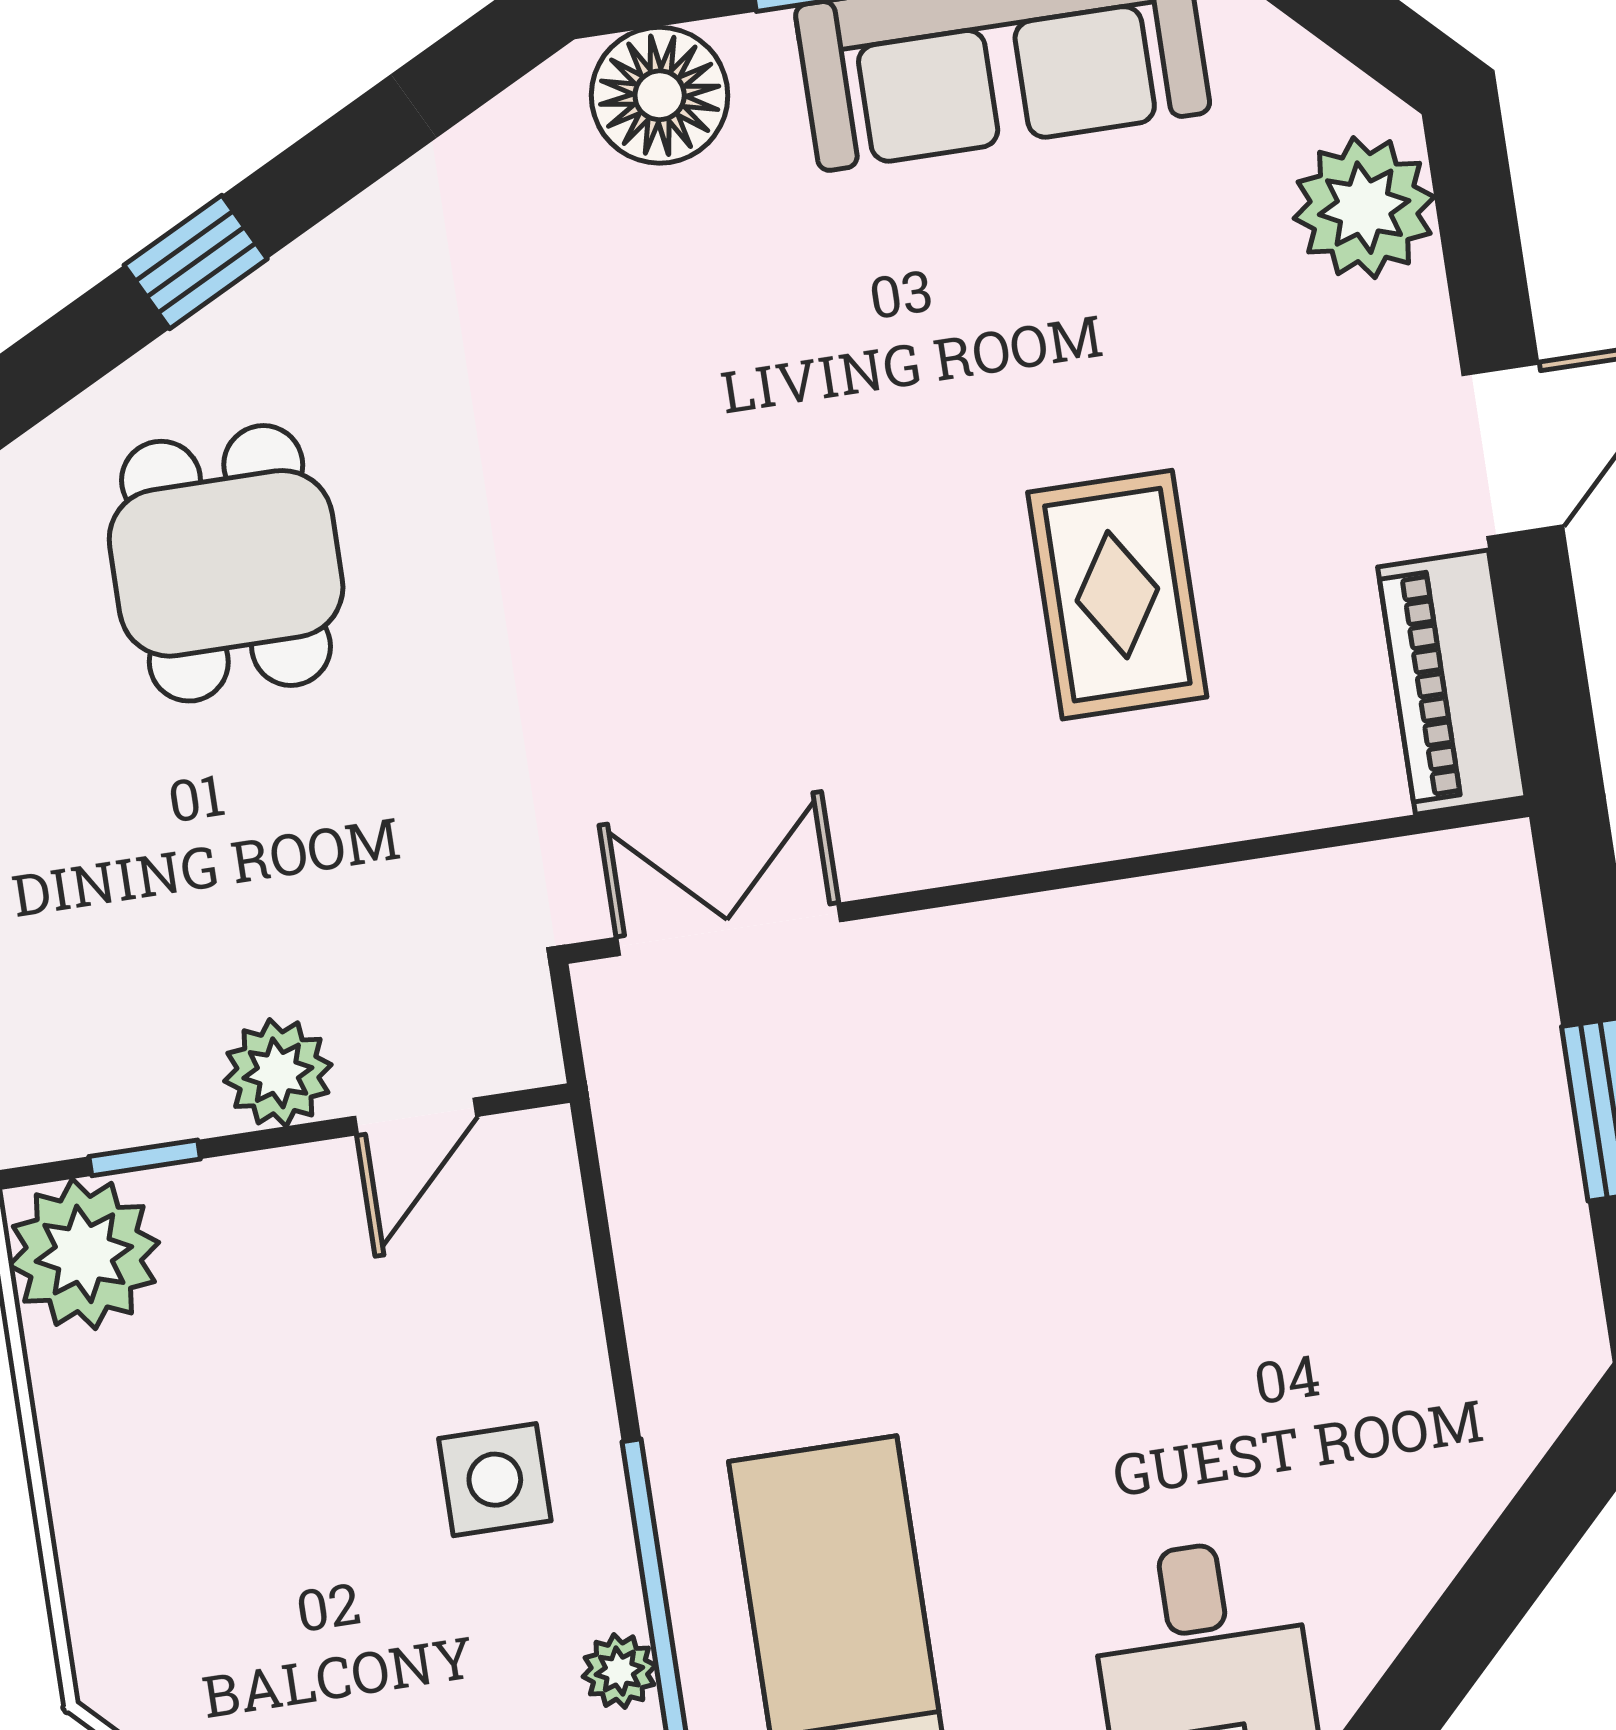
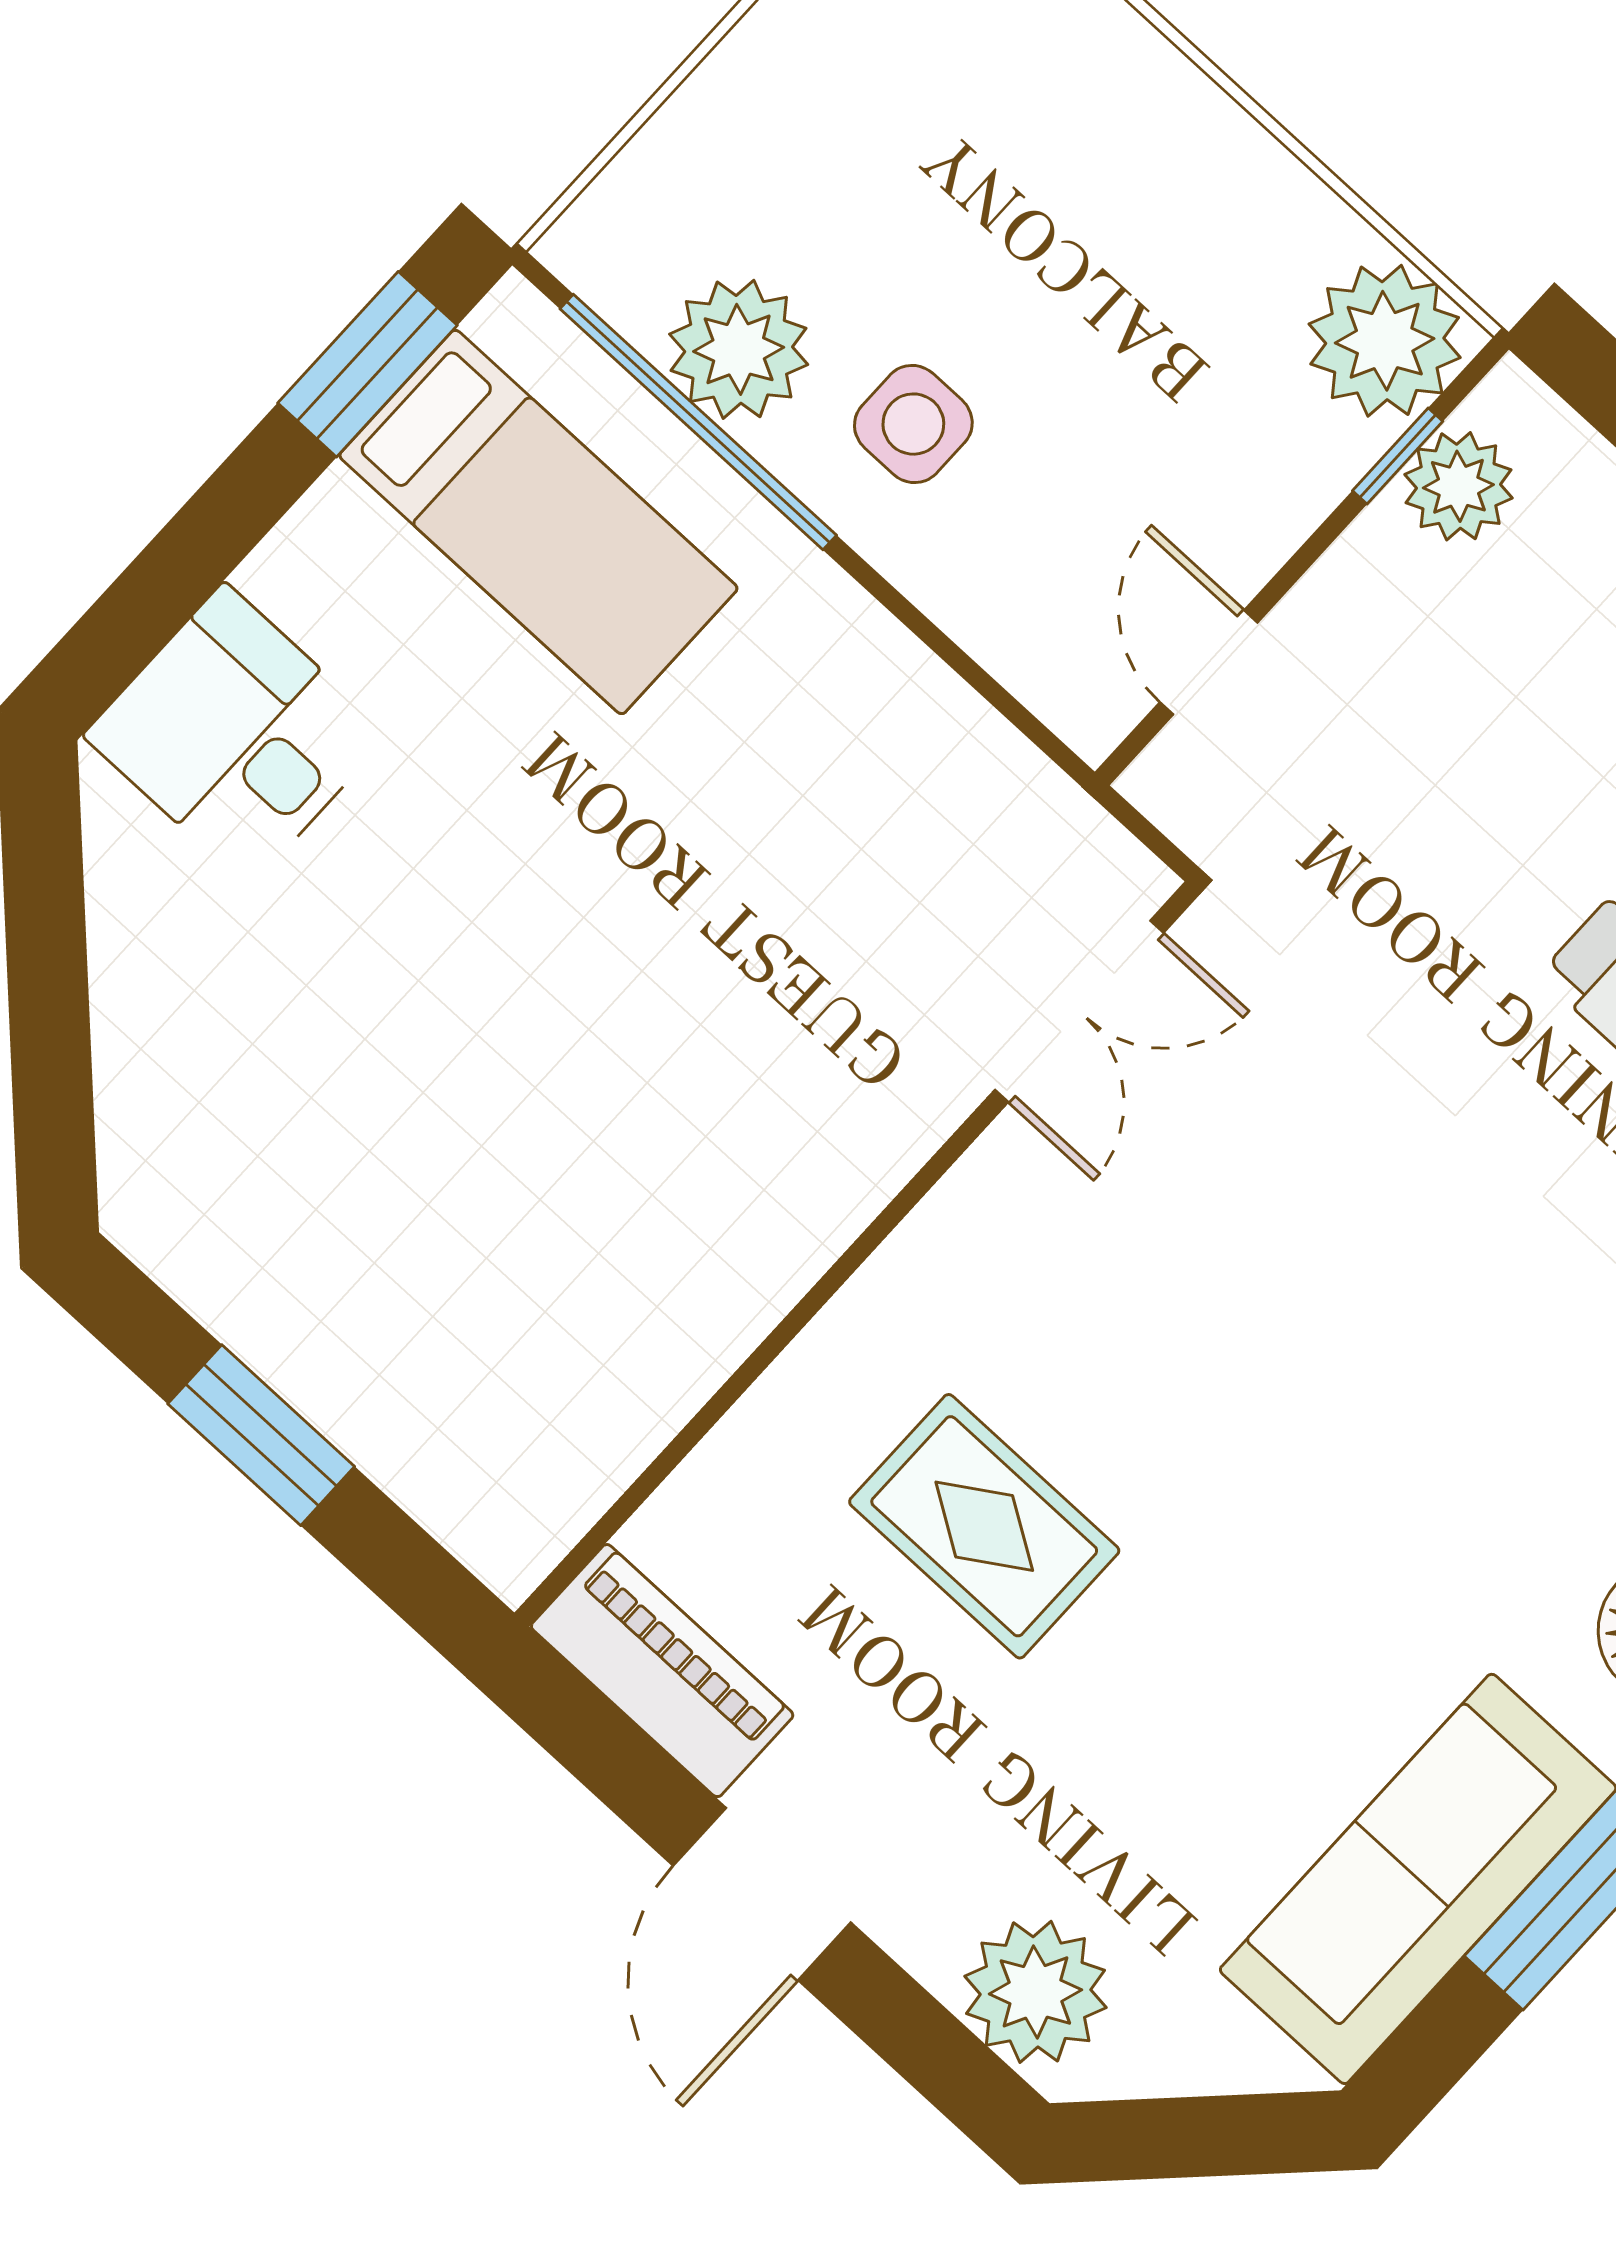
plant: (278, 1073) -> (1458, 486), moved
plant: (619, 1671) -> (739, 349), width x1.88, depth x1.88

